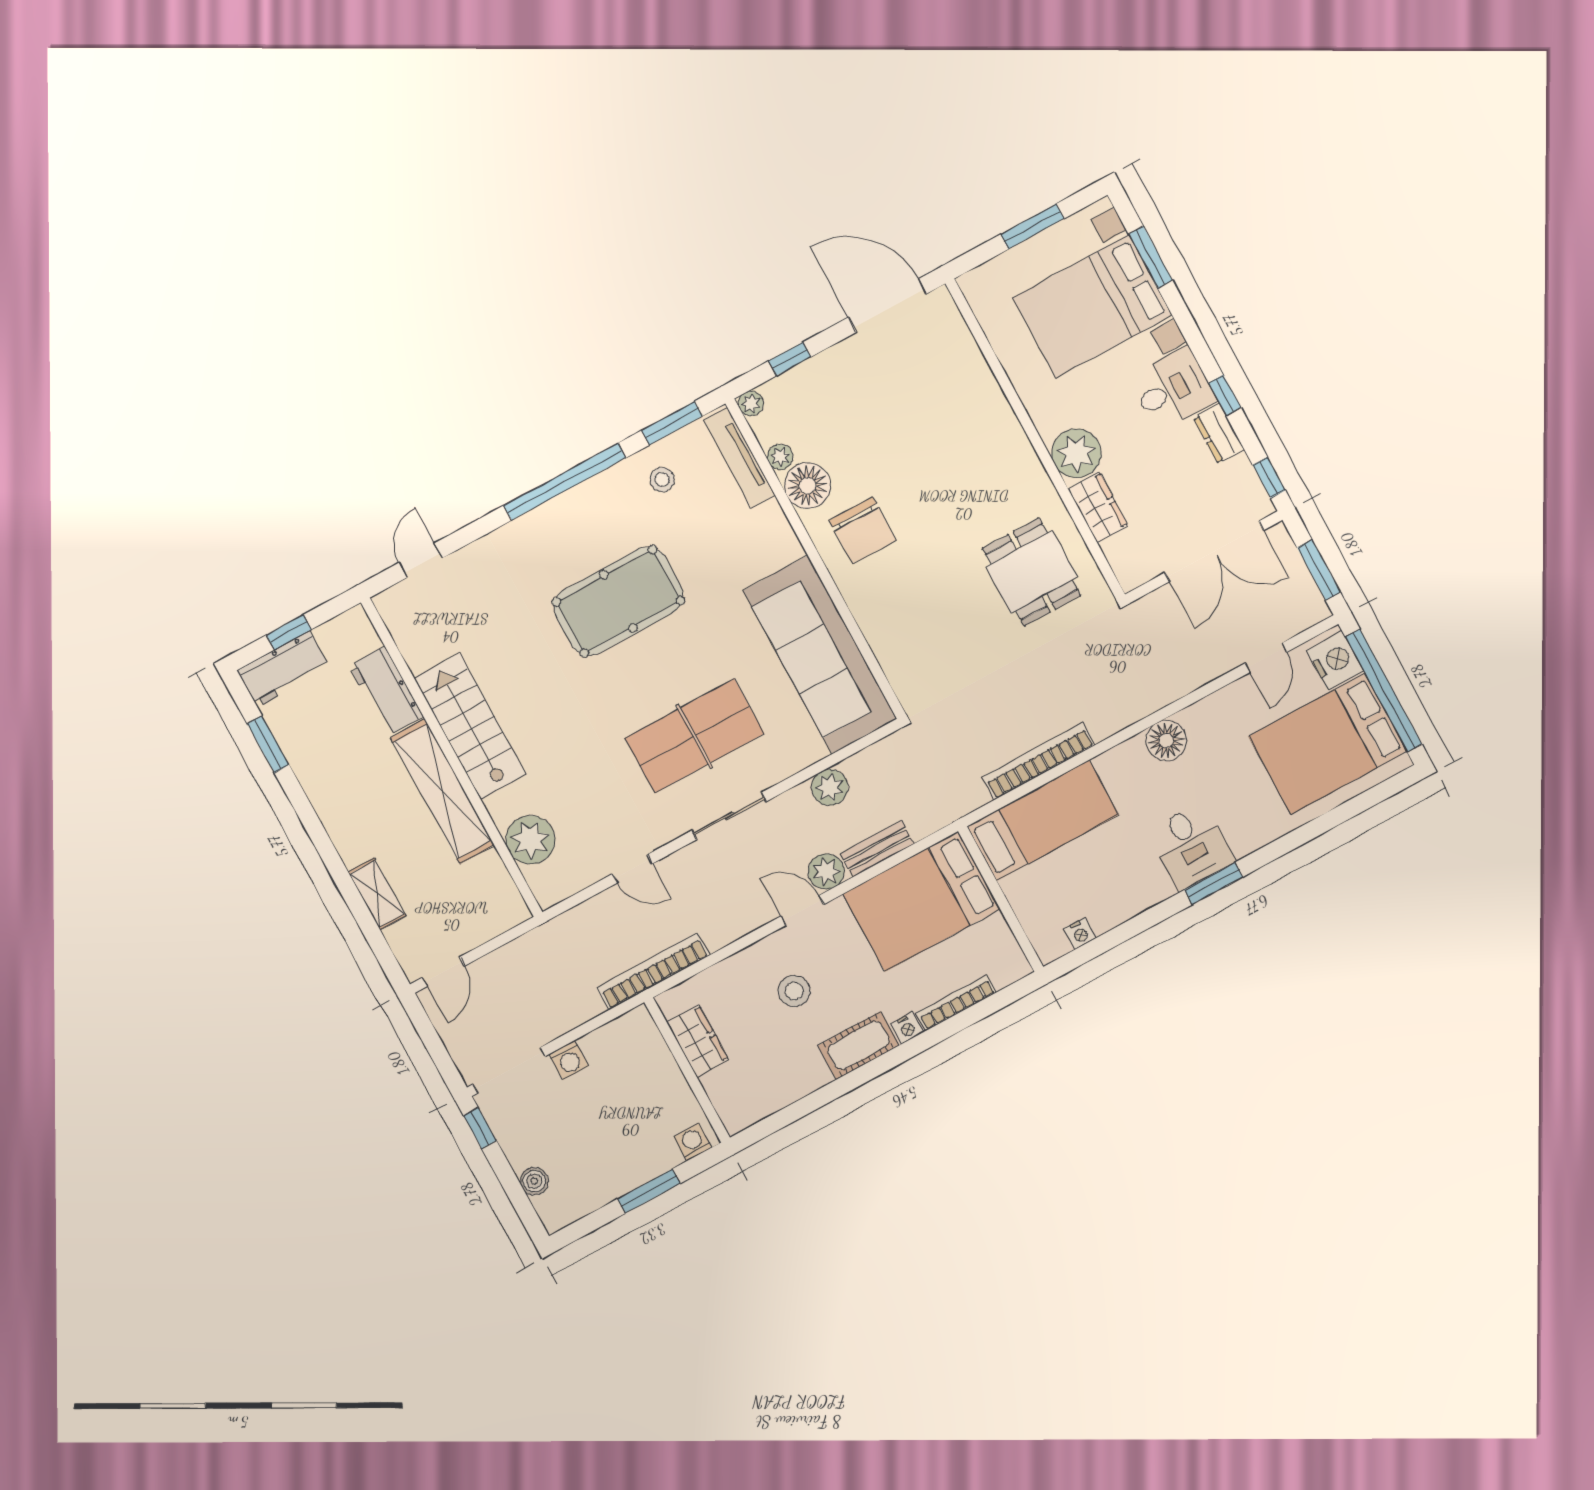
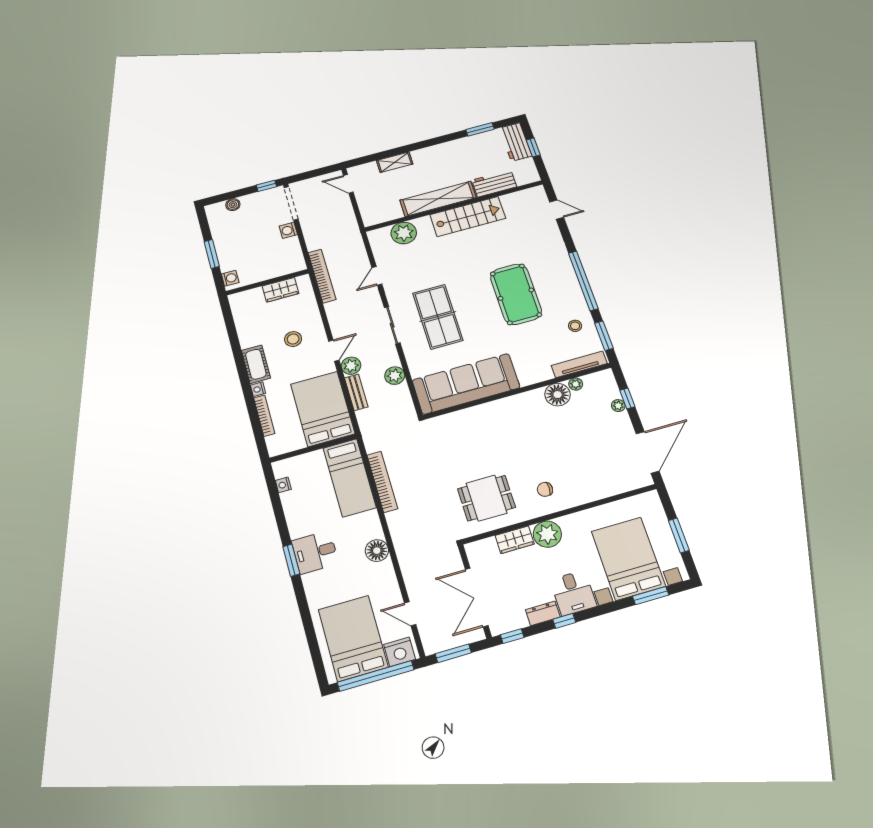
plant: (751, 403) -> (618, 406), moved
chair: (863, 530) -> (545, 489), moved, width x0.54, depth x0.54

